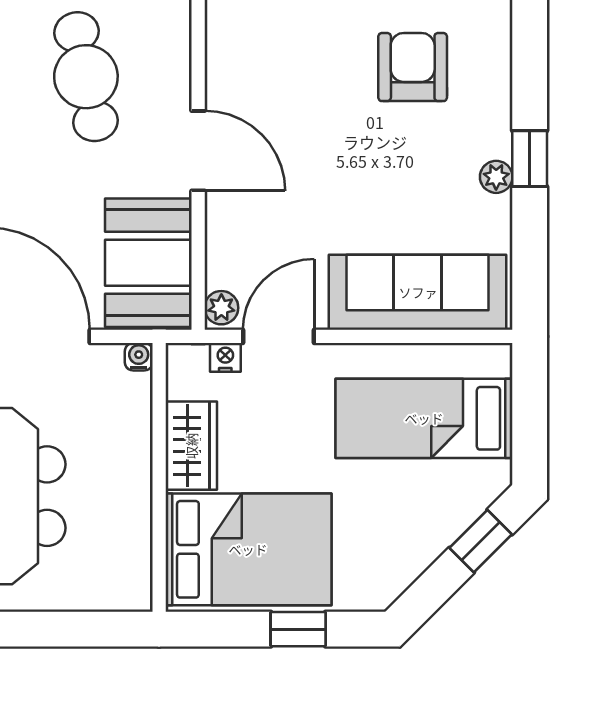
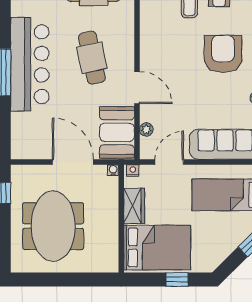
armchair: (413, 67) -> (223, 54), width x1.36, depth x1.36
plant: (221, 308) -> (146, 129), moved
nightstand: (225, 357) -> (133, 170), moved

